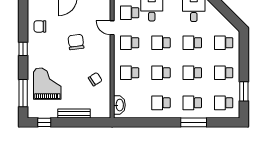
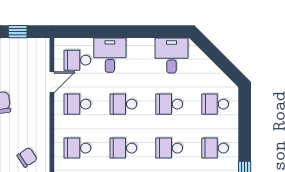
door: (112, 28) -> (52, 82), swing flipped

